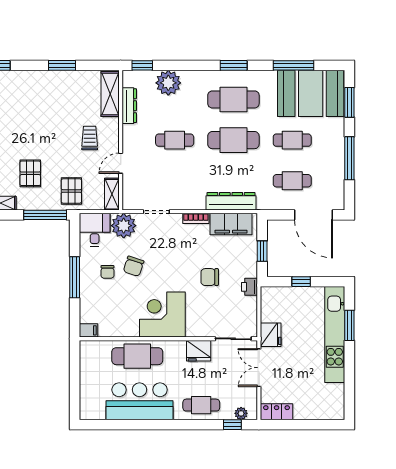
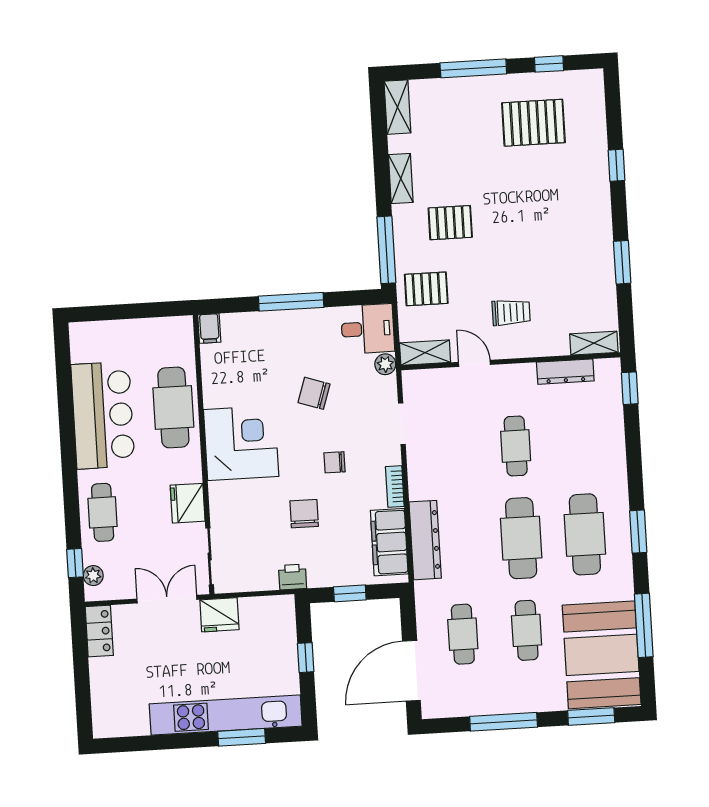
plant: (168, 83) -> (605, 431), removed
shelving: (110, 94) -> (594, 343), width x0.67, depth x0.75
plant: (124, 226) -> (385, 364), width x0.53, depth x0.53
chair: (107, 272) -> (334, 462), moved

